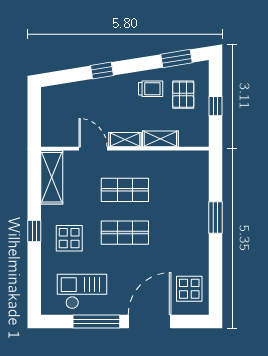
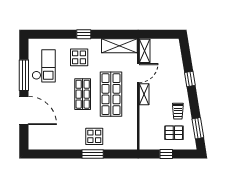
shelving: (160, 139) -> (145, 51), moved
shop shelf: (125, 190) -> (111, 94), width x1.43, depth x1.36
display table: (189, 289) -> (94, 136), moved

